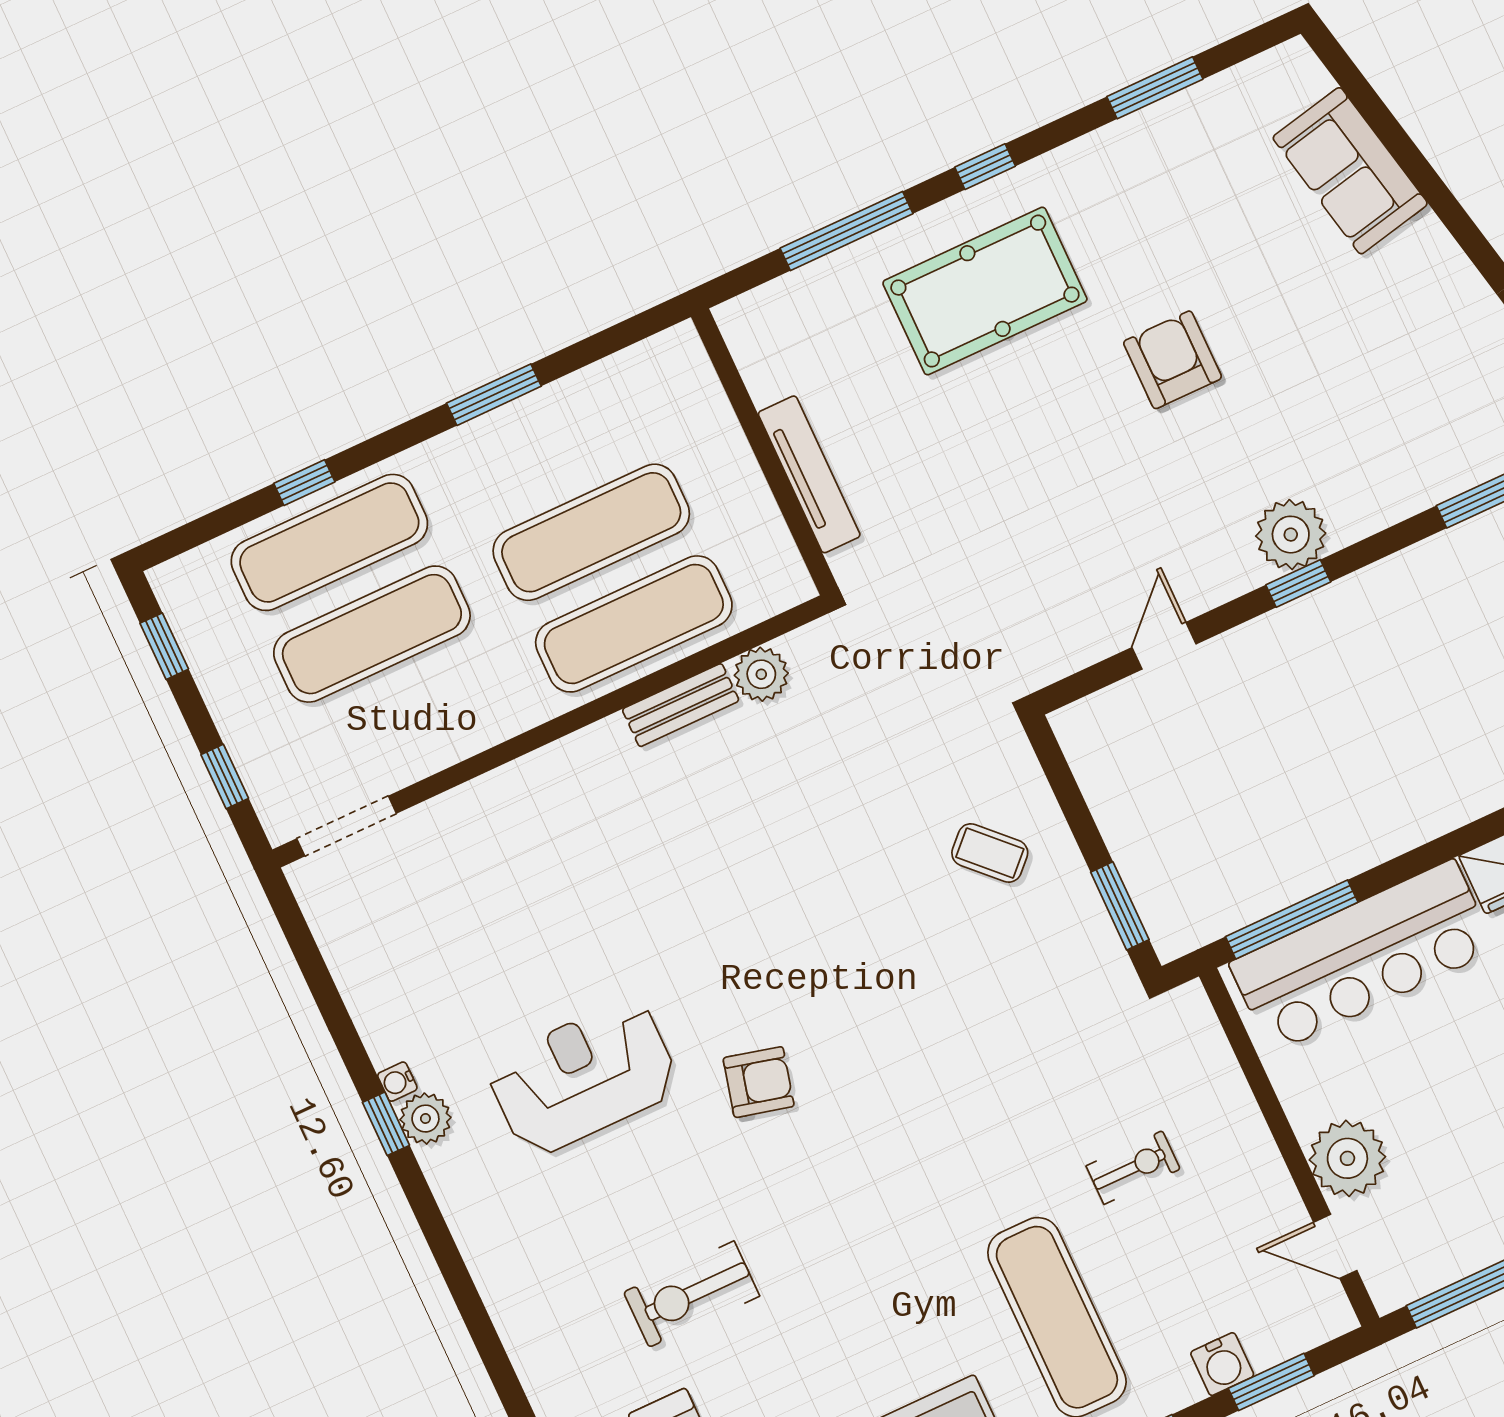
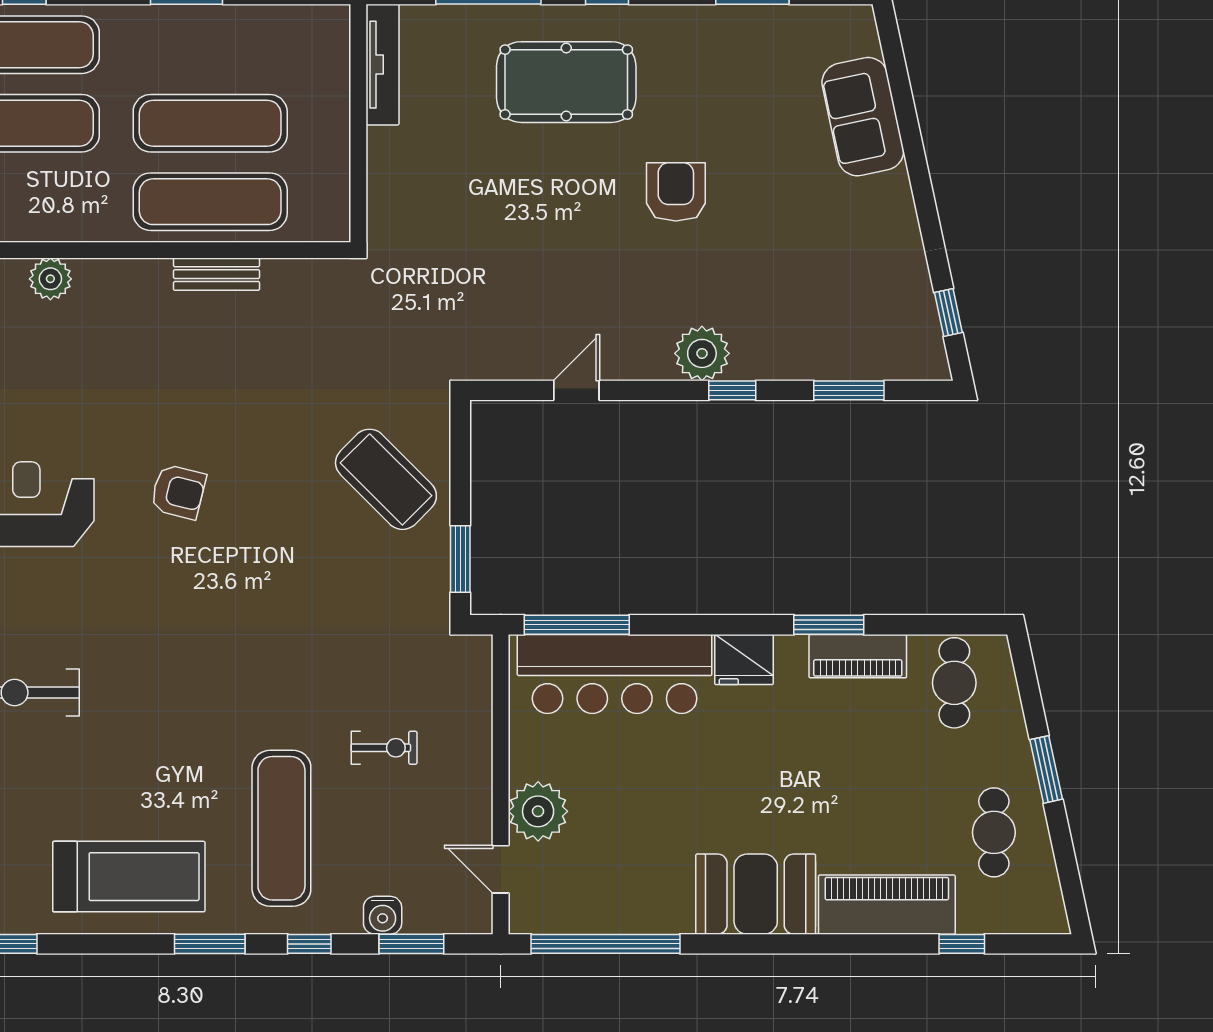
tv unit: (809, 474) -> (382, 65), moved
window: (1298, 583) -> (732, 390), moved
plant: (761, 674) -> (50, 279), moved
coffee table: (990, 853) -> (386, 479), width x1.86, depth x1.72
armchair: (759, 1082) -> (178, 492), moved

